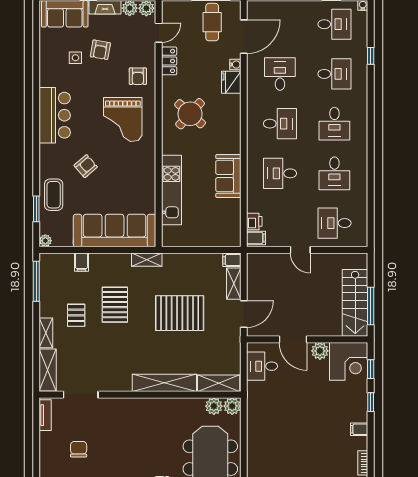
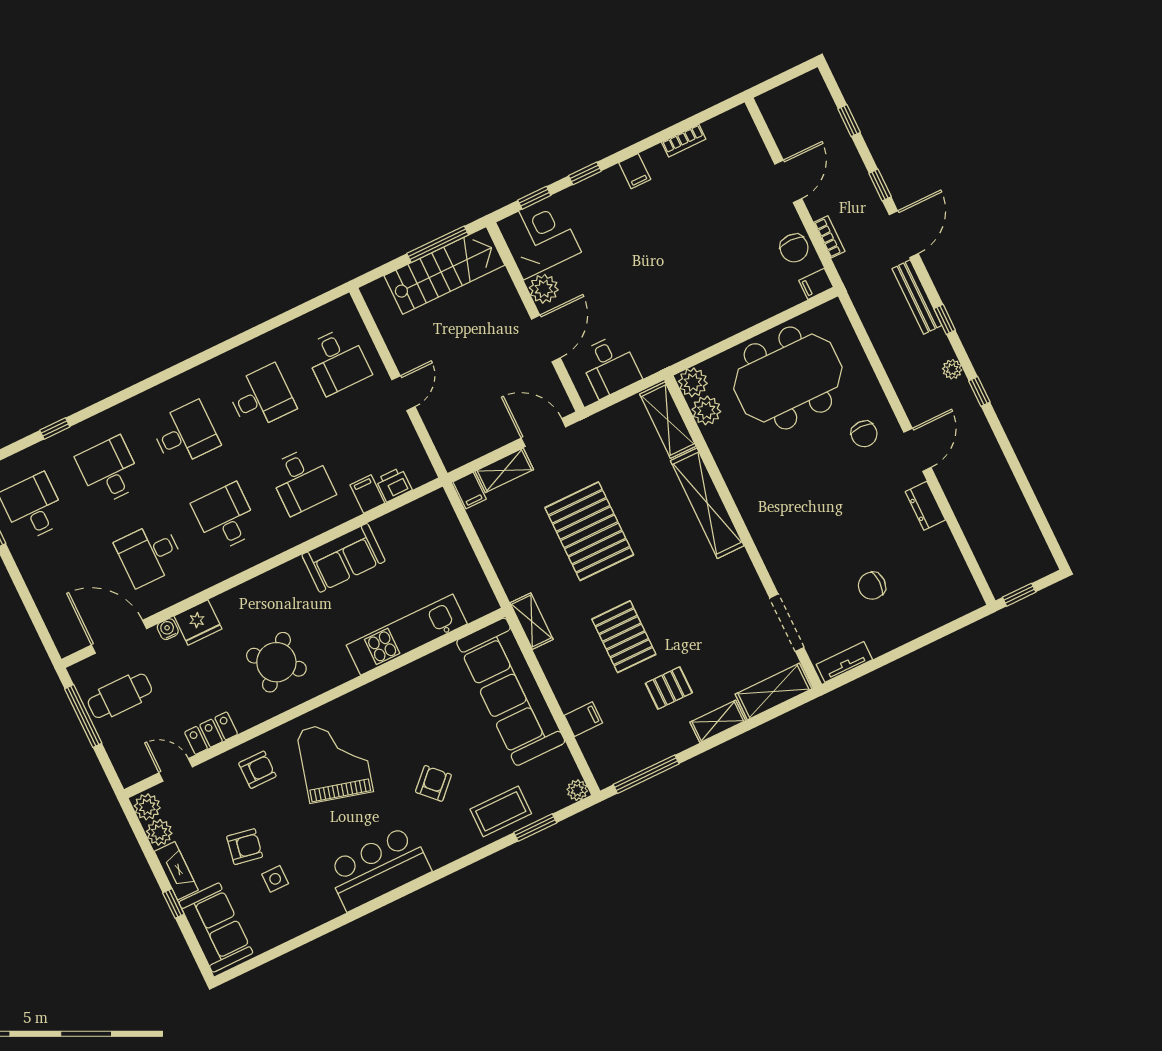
grand piano: (123, 119) -> (335, 761), turned -75
armchair: (86, 166) -> (433, 783), turned 86
filing cabinet: (256, 238) -> (367, 494), moved
pallet: (115, 305) -> (624, 637), turned 90

